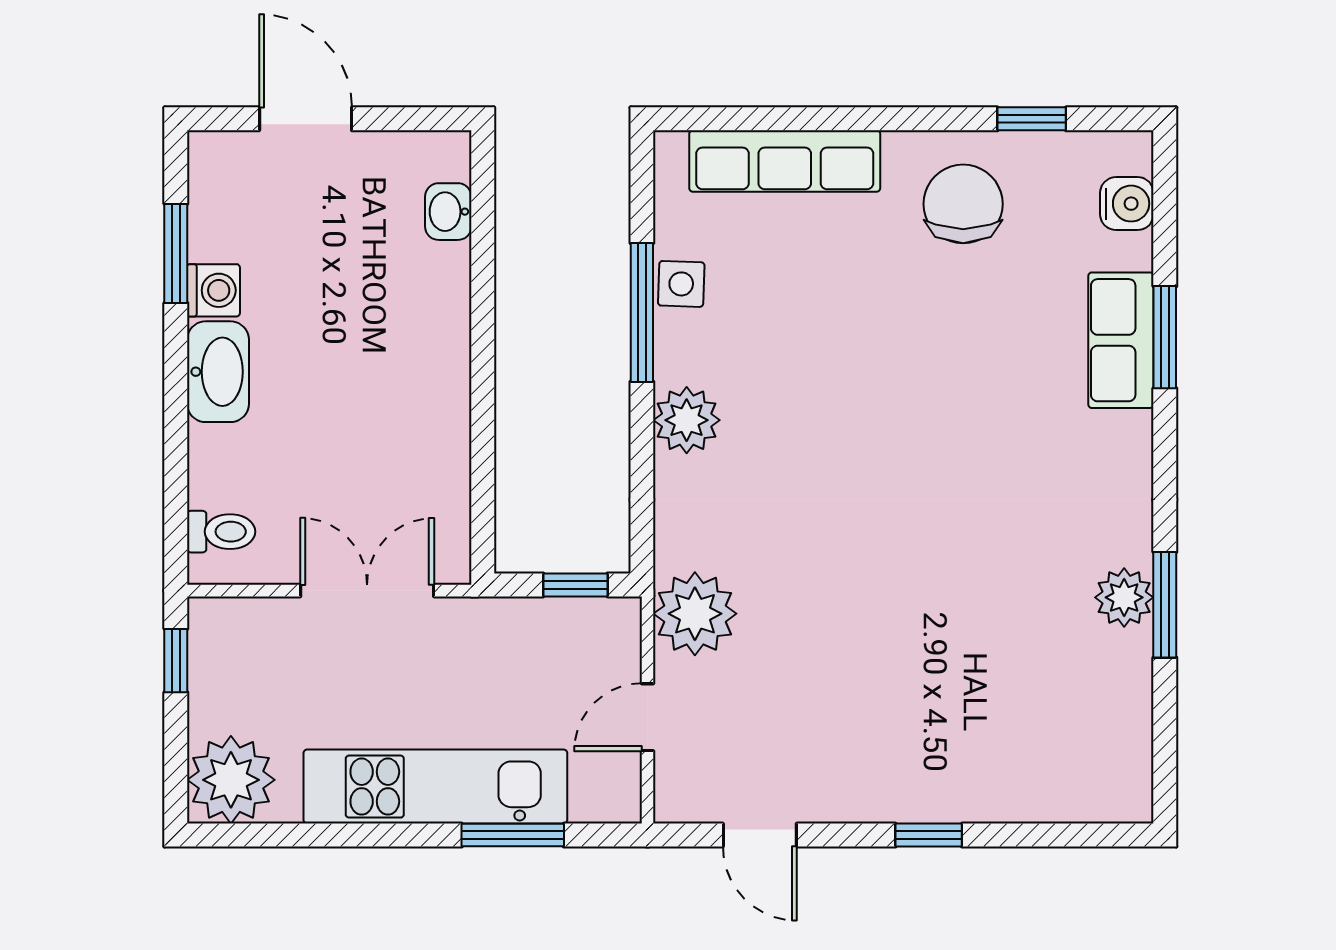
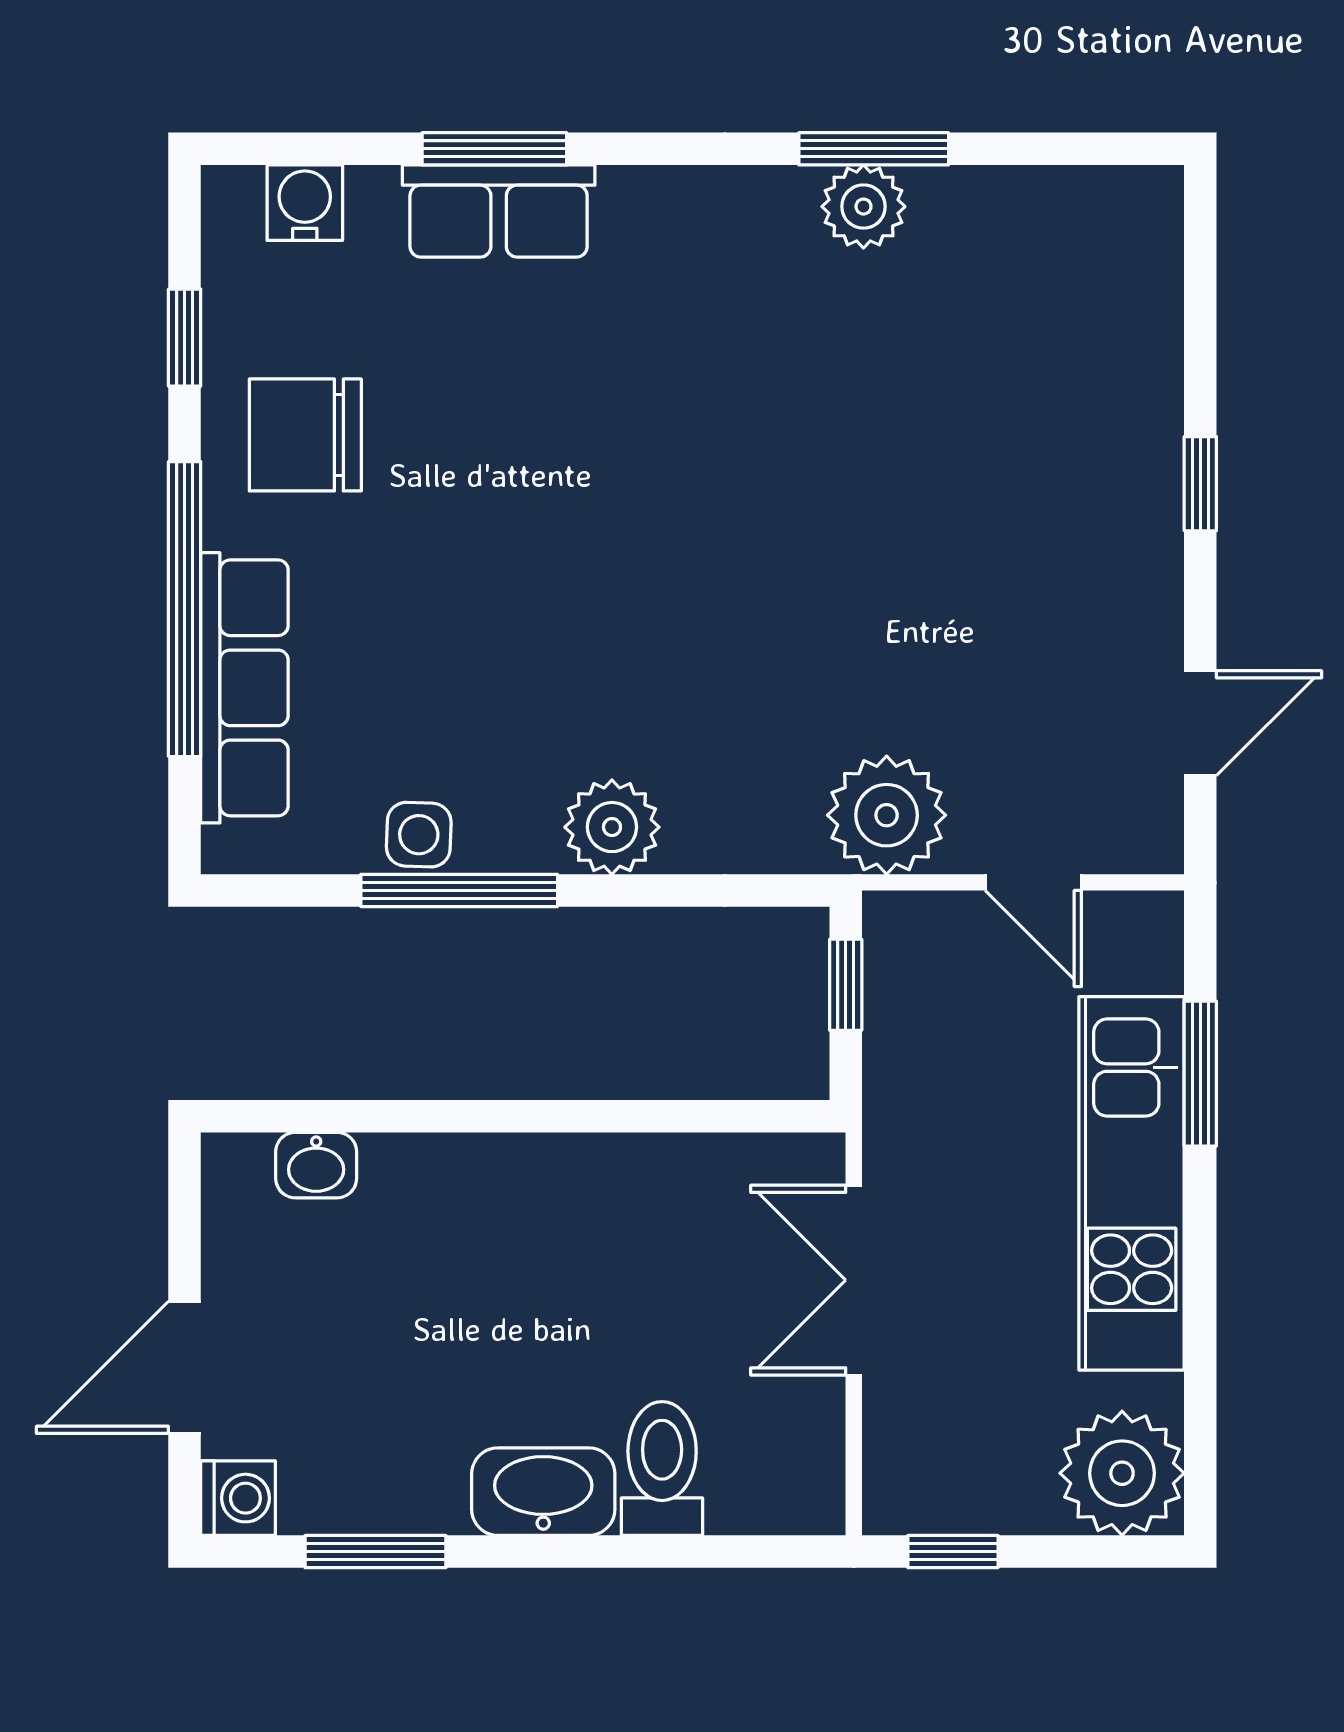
window: (840, 119) -> (185, 609), added
washing machine: (213, 290) -> (238, 1498), moved, turned 90
toilet: (221, 532) -> (662, 1468), moved, width x1.37, depth x1.39

